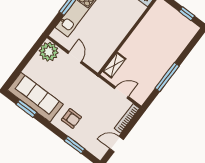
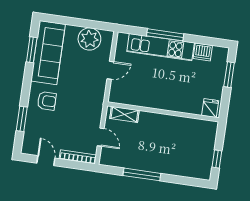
plant: (49, 52) -> (89, 39), moved
armchair: (71, 118) -> (47, 101), turned -90

